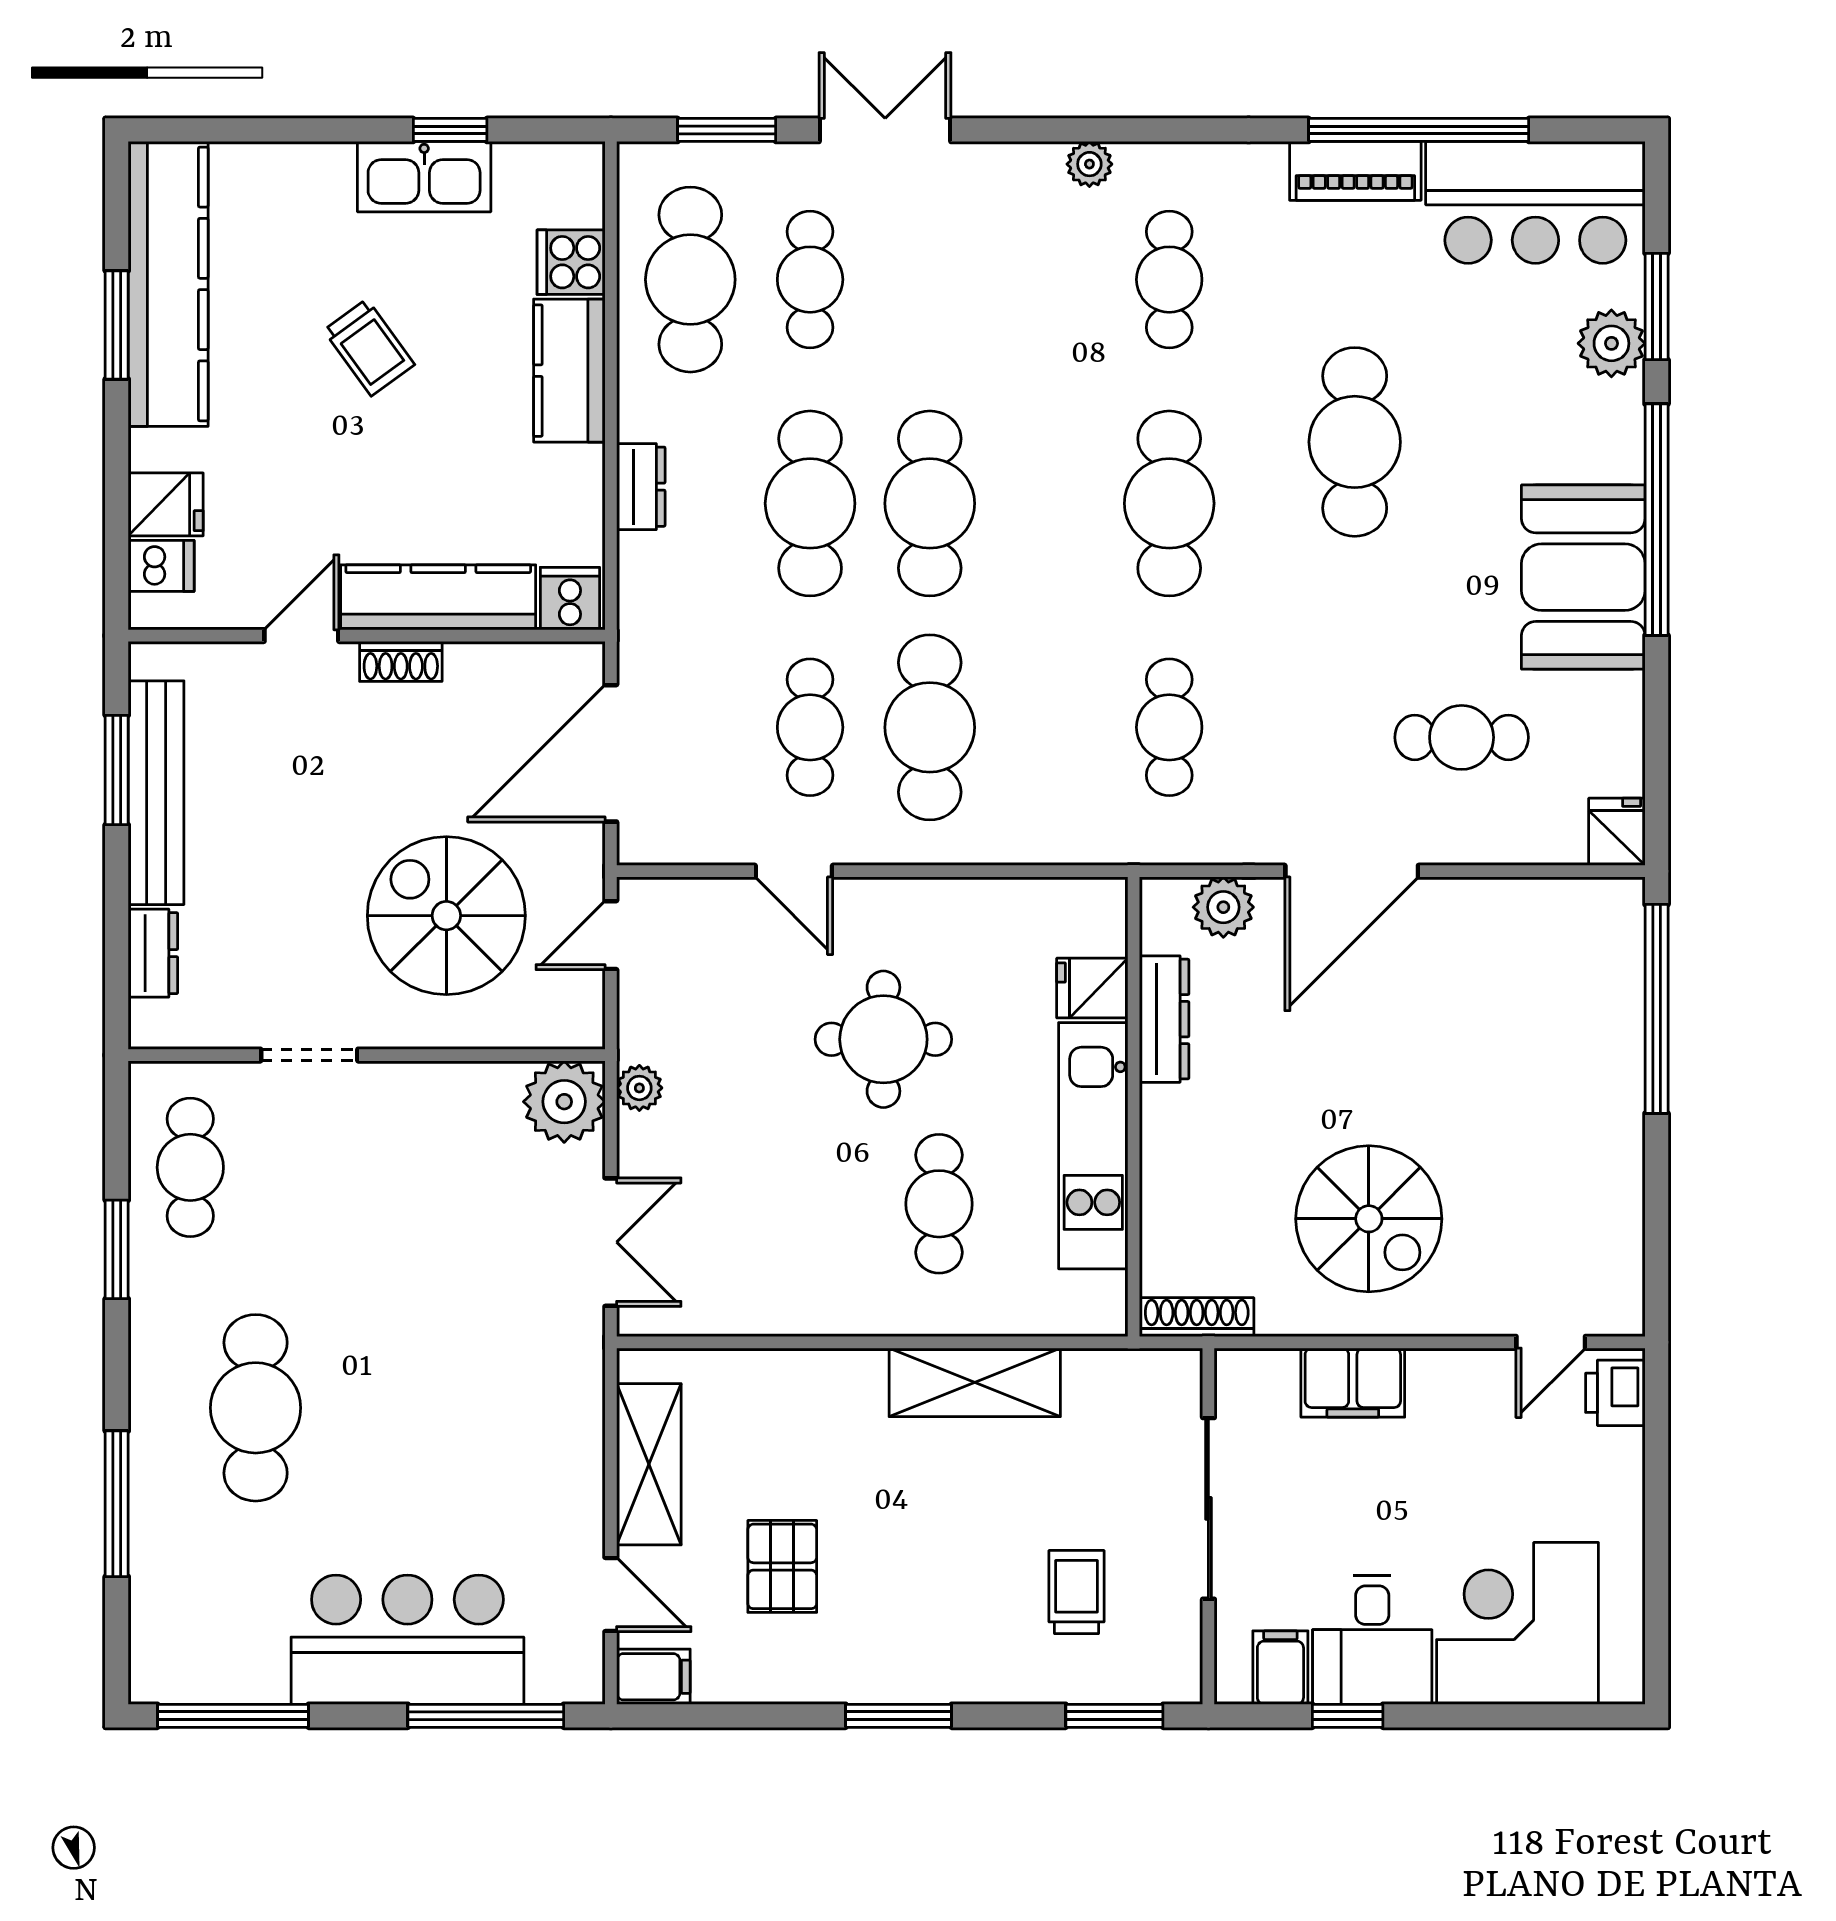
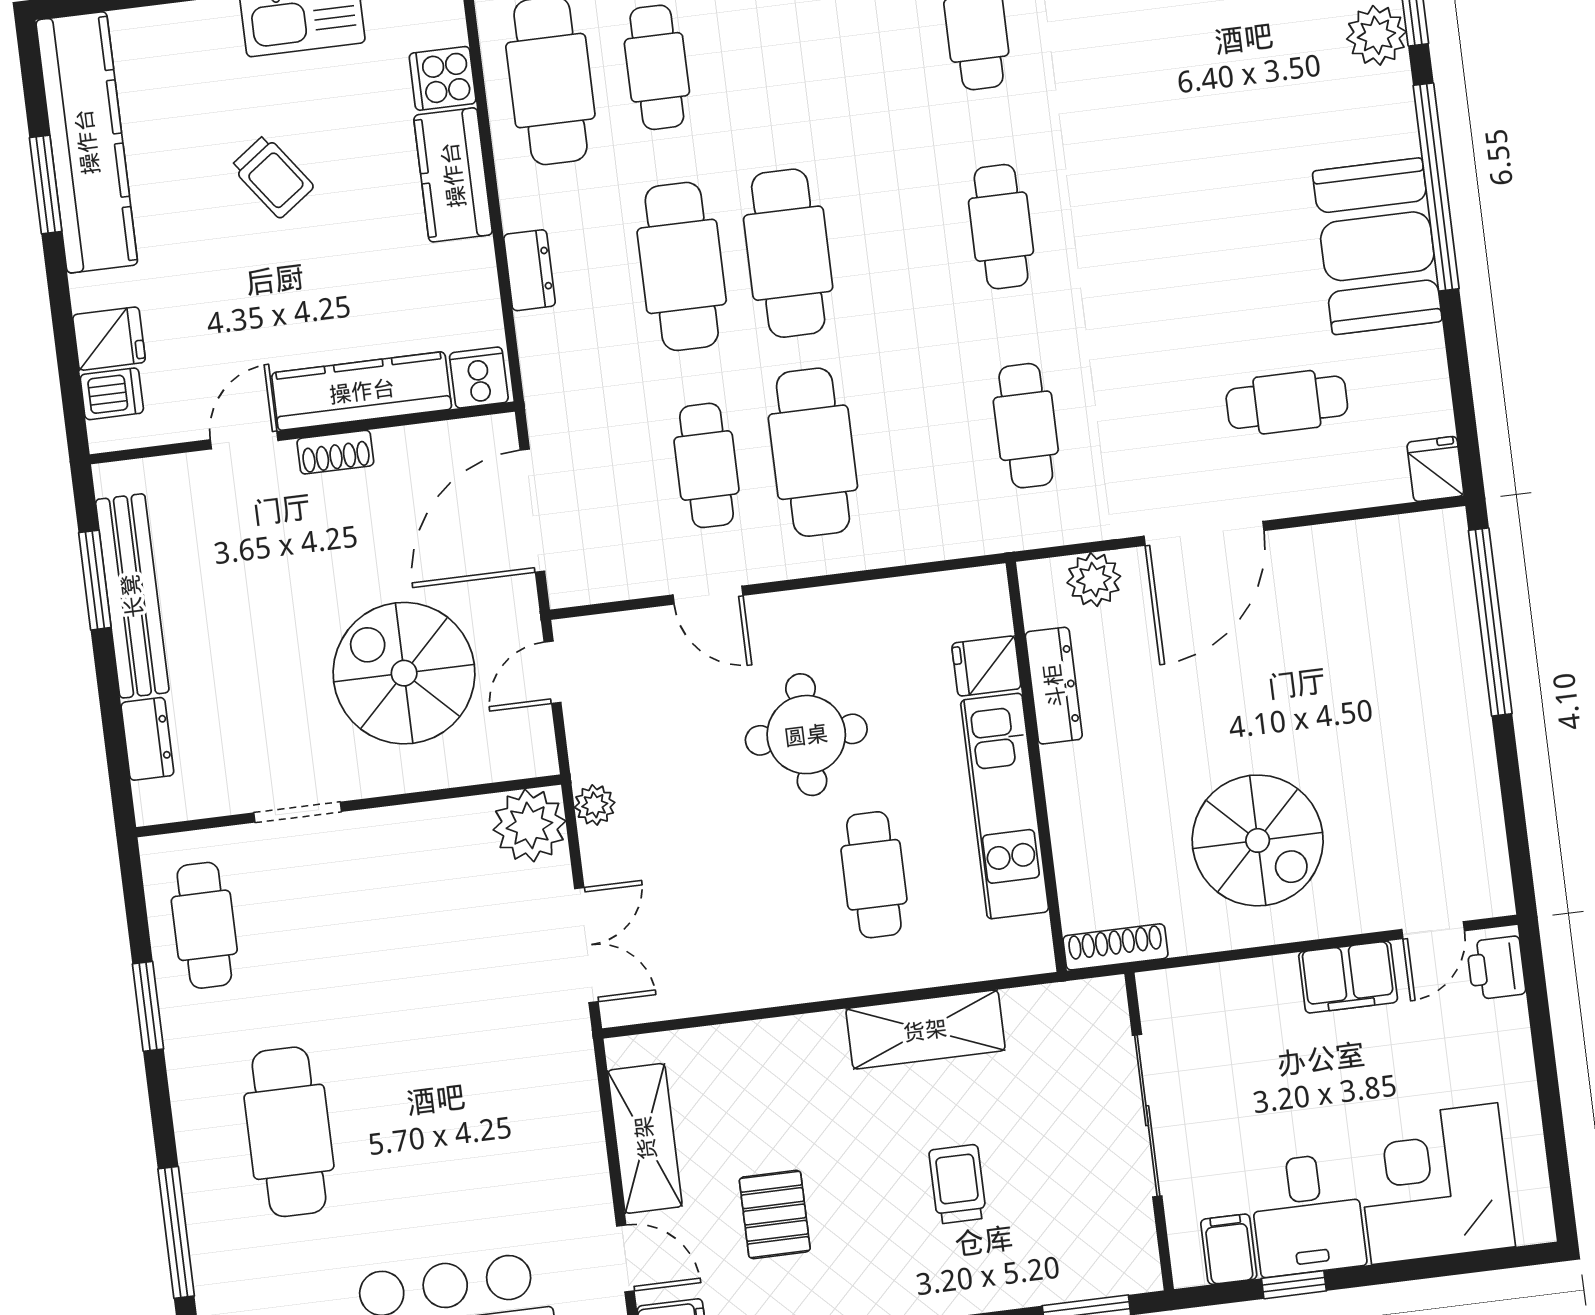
cafe table: (1355, 442) -> (1159, 151), removed
cafe table: (1169, 503) -> (1001, 227), width x0.73, depth x0.74
filing cabinet: (1353, 1383) -> (1348, 977), moved
trolley: (1076, 1592) -> (958, 1184), moved

